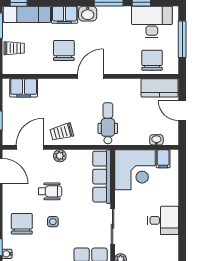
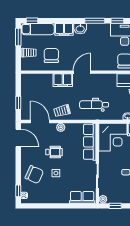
chair: (64, 51) -> (51, 55), moved
filing cabinet: (24, 88) -> (63, 80), moved
dental chair: (108, 123) -> (94, 105), turned -90
door: (30, 147) -> (40, 122), hinge flipped
chair: (22, 224) -> (34, 175), turned 114

